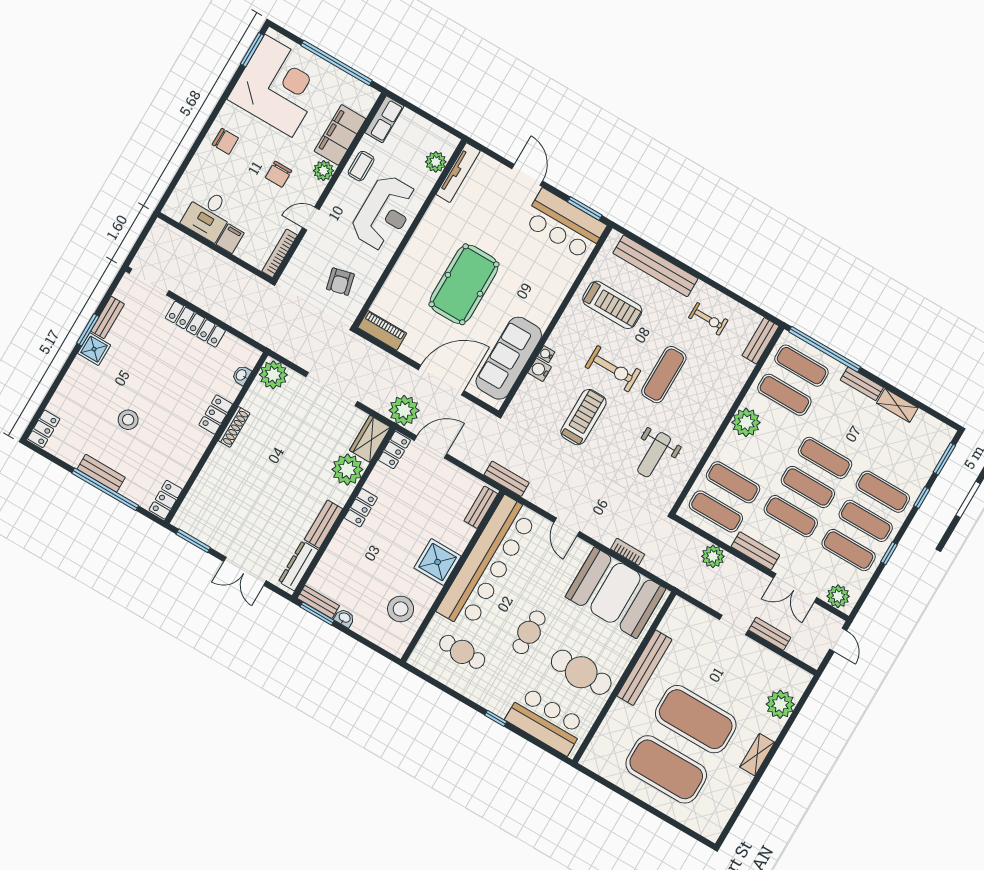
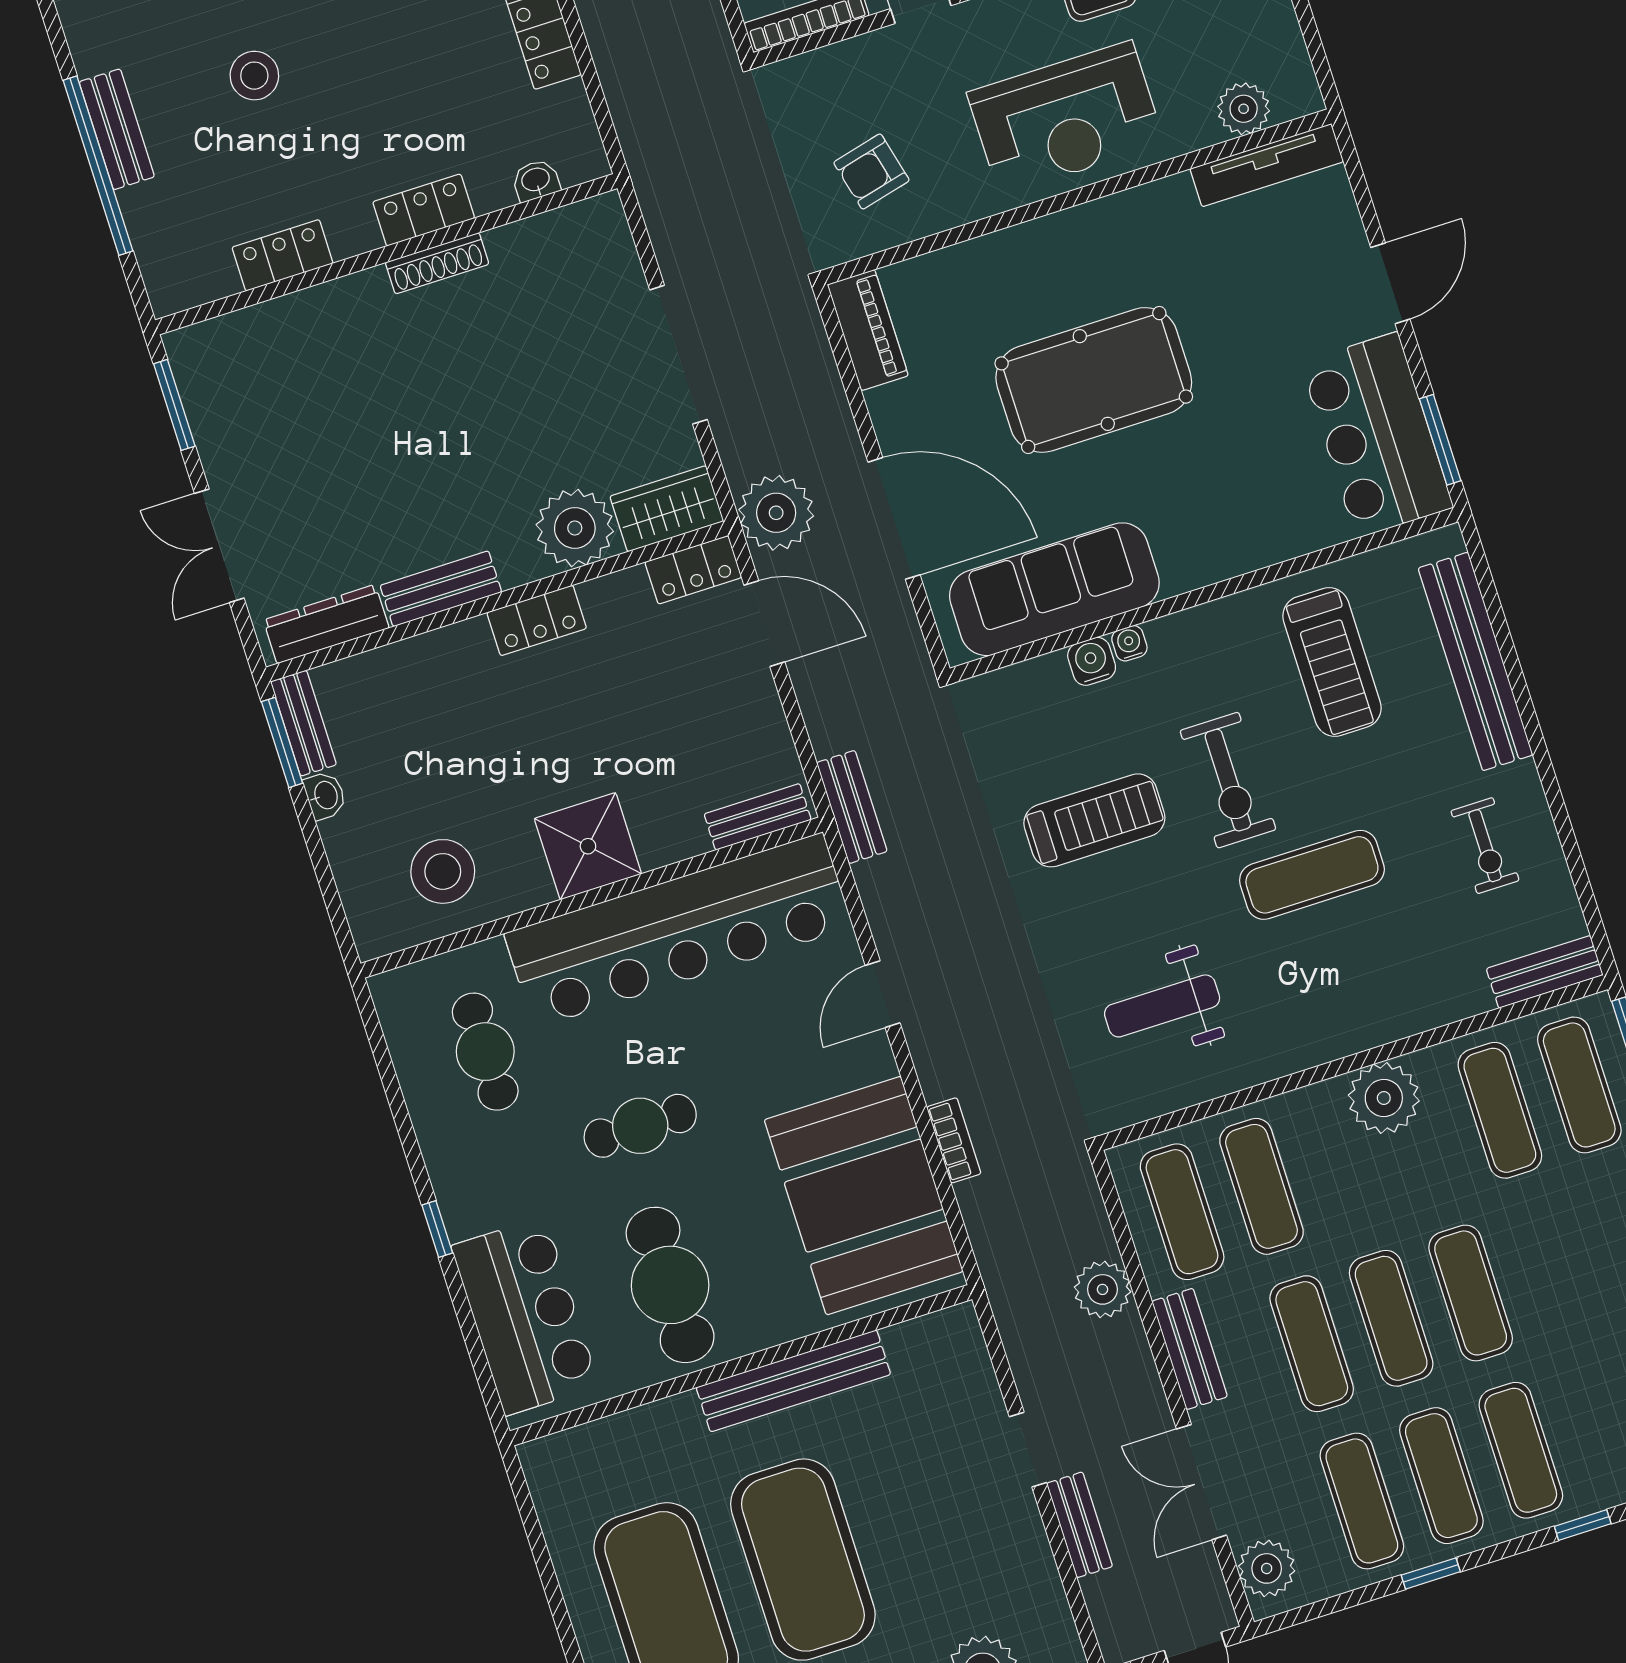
plant: (273, 375) -> (595, 232), removed
locker: (166, 500) -> (283, 255), moved

